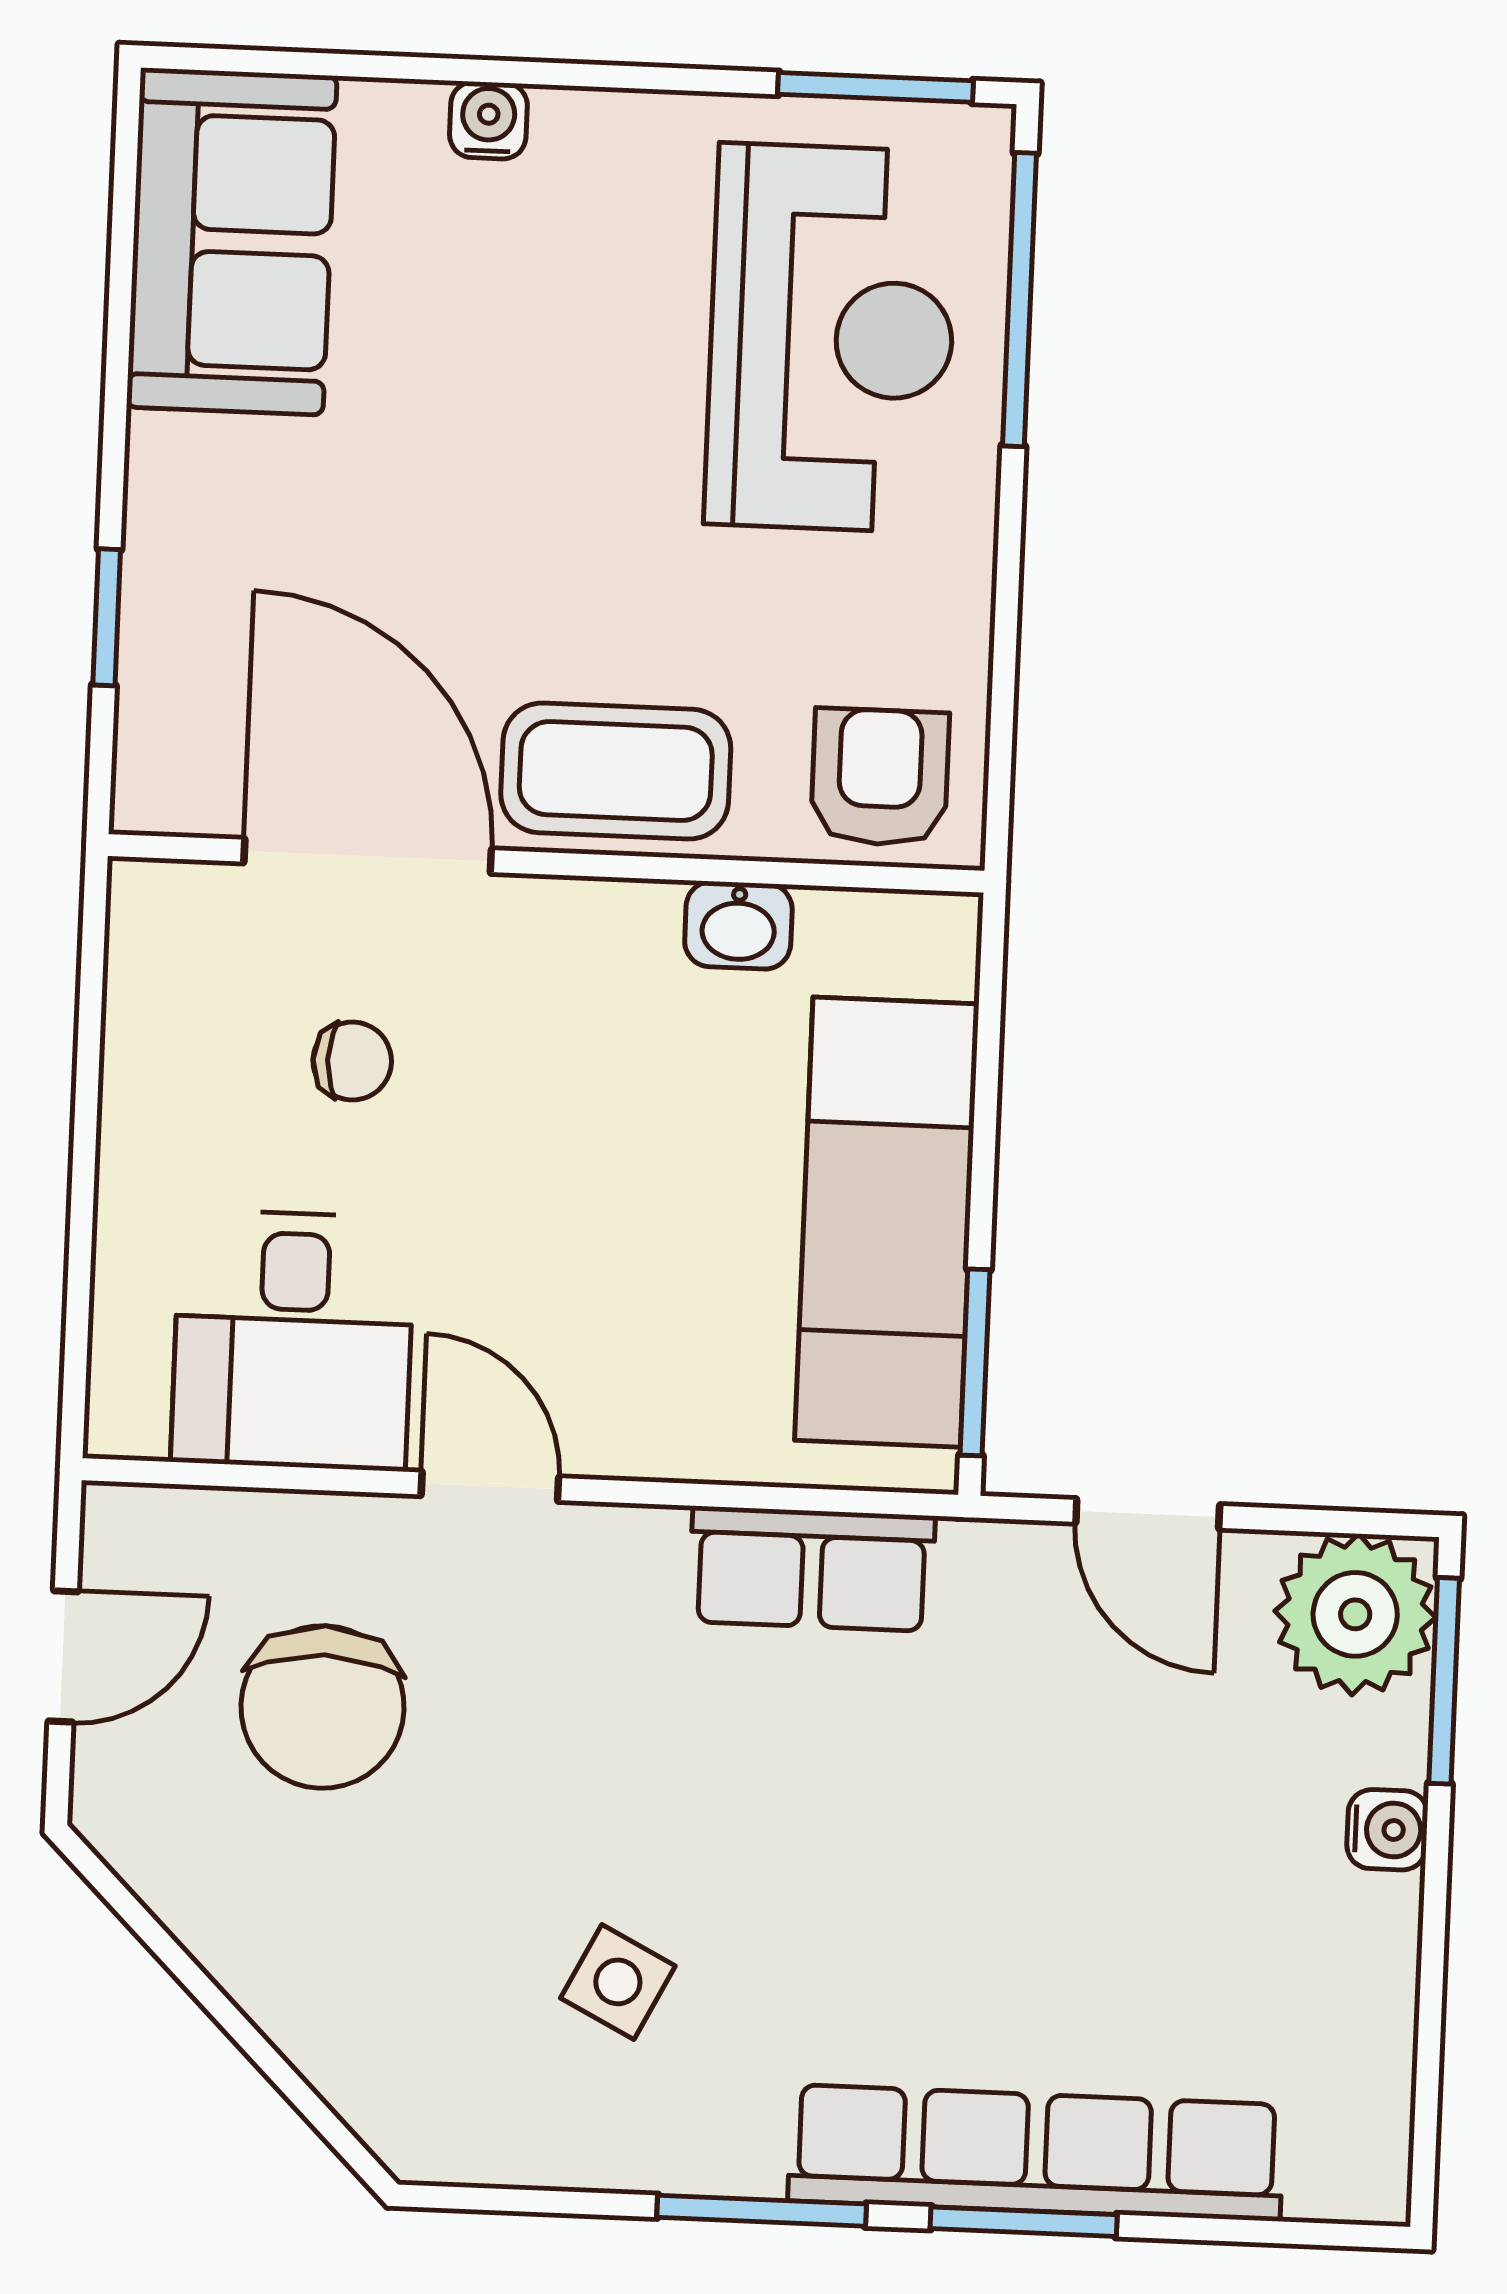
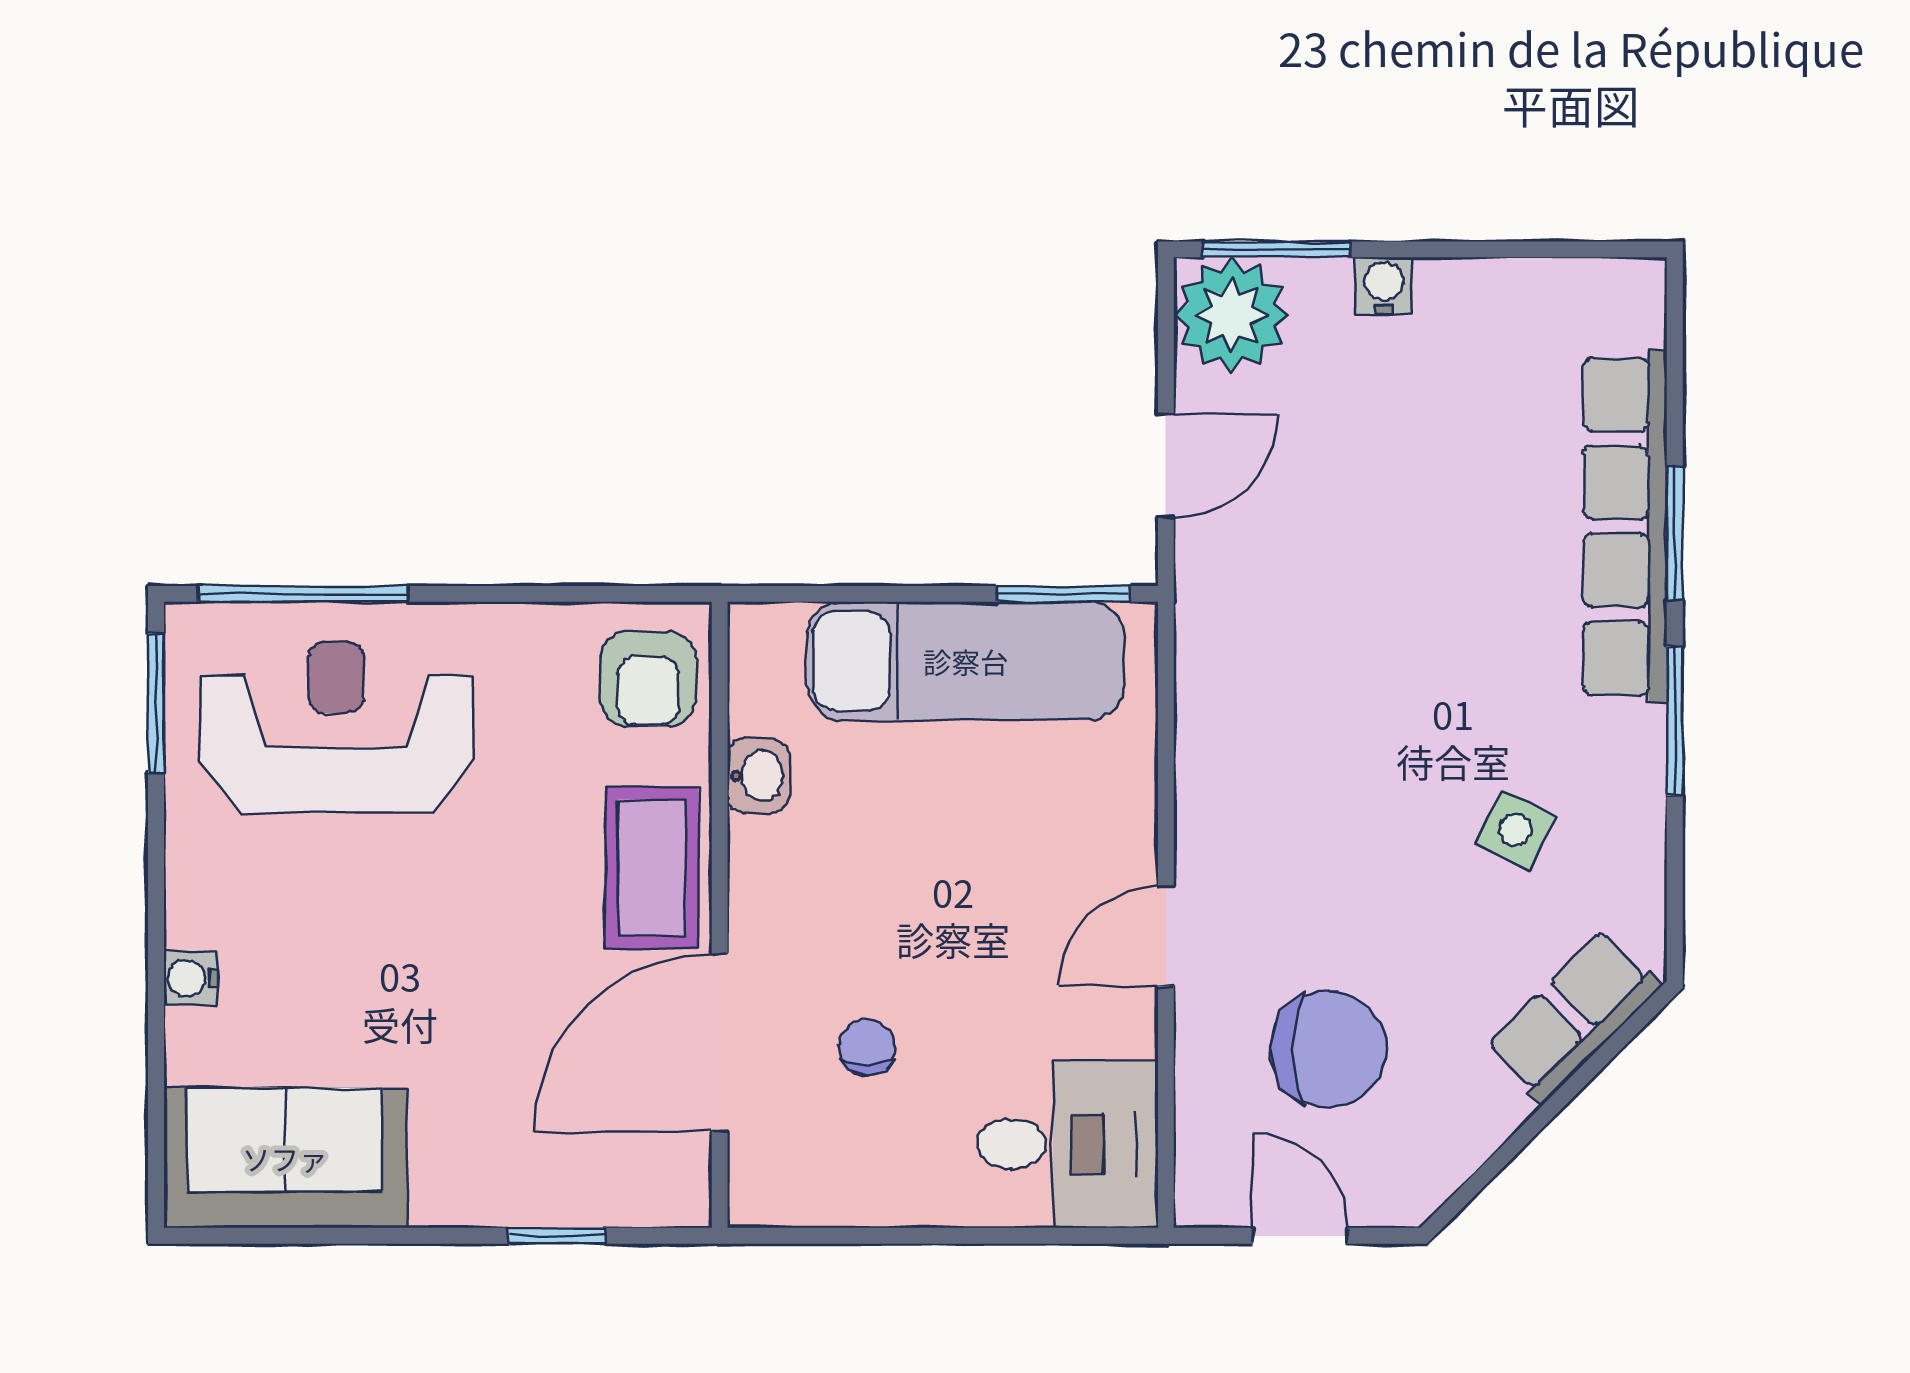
armchair: (880, 777) -> (648, 679), turned -90
desk: (293, 1340) -> (1068, 1144), moved
row of seats: (812, 1569) -> (1573, 1016), moved, turned -135

